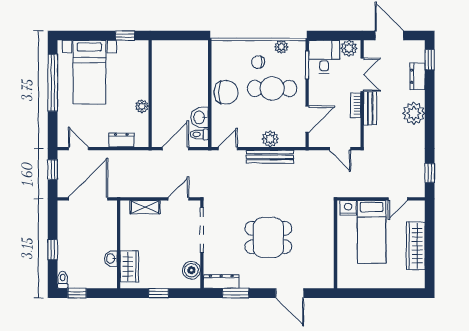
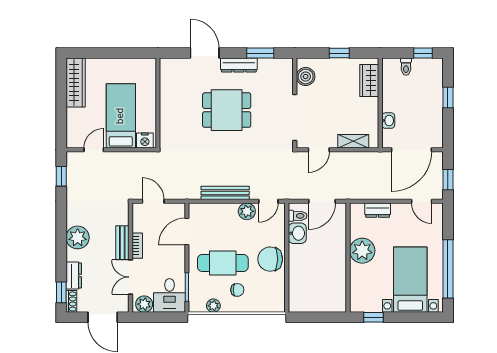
shoe rack: (420, 51) -> (71, 301), added
plant: (142, 106) -> (362, 251), width x1.87, depth x1.87
plant: (270, 139) -> (247, 211), moved
wardrobe: (416, 246) -> (76, 83), moved
washbasin: (111, 258) -> (388, 121), moved
toilet: (63, 280) -> (406, 67), moved
dresser: (221, 281) -> (239, 65), moved

